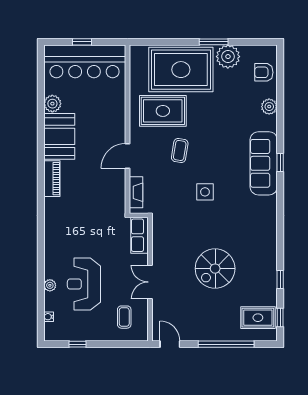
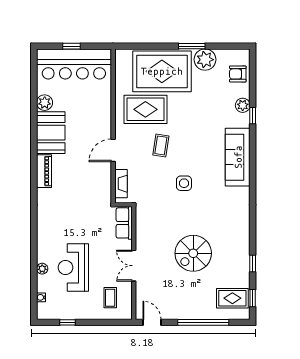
window: (280, 162) -> (253, 116), moved

